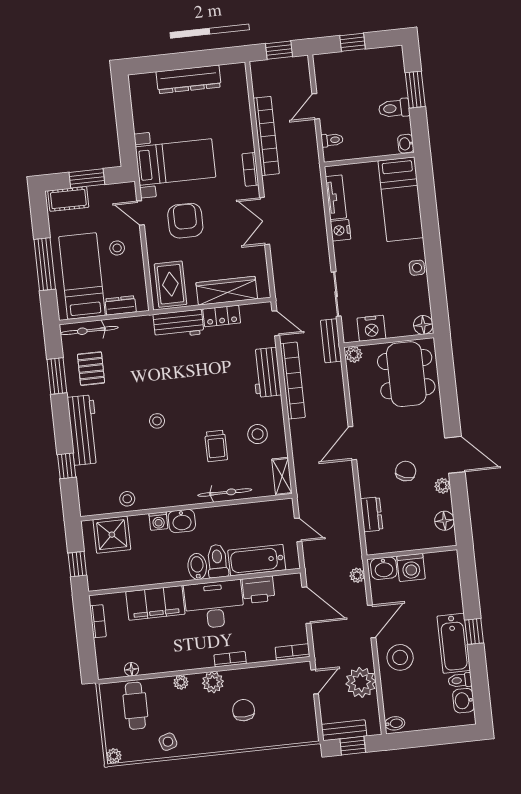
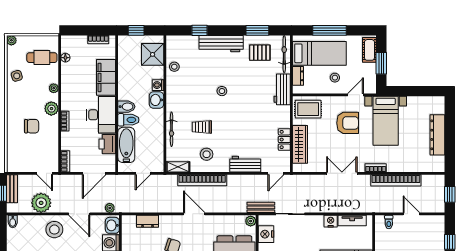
workbench: (178, 324) -> (282, 89), moved
bookcase: (293, 381) -> (202, 180), moved

